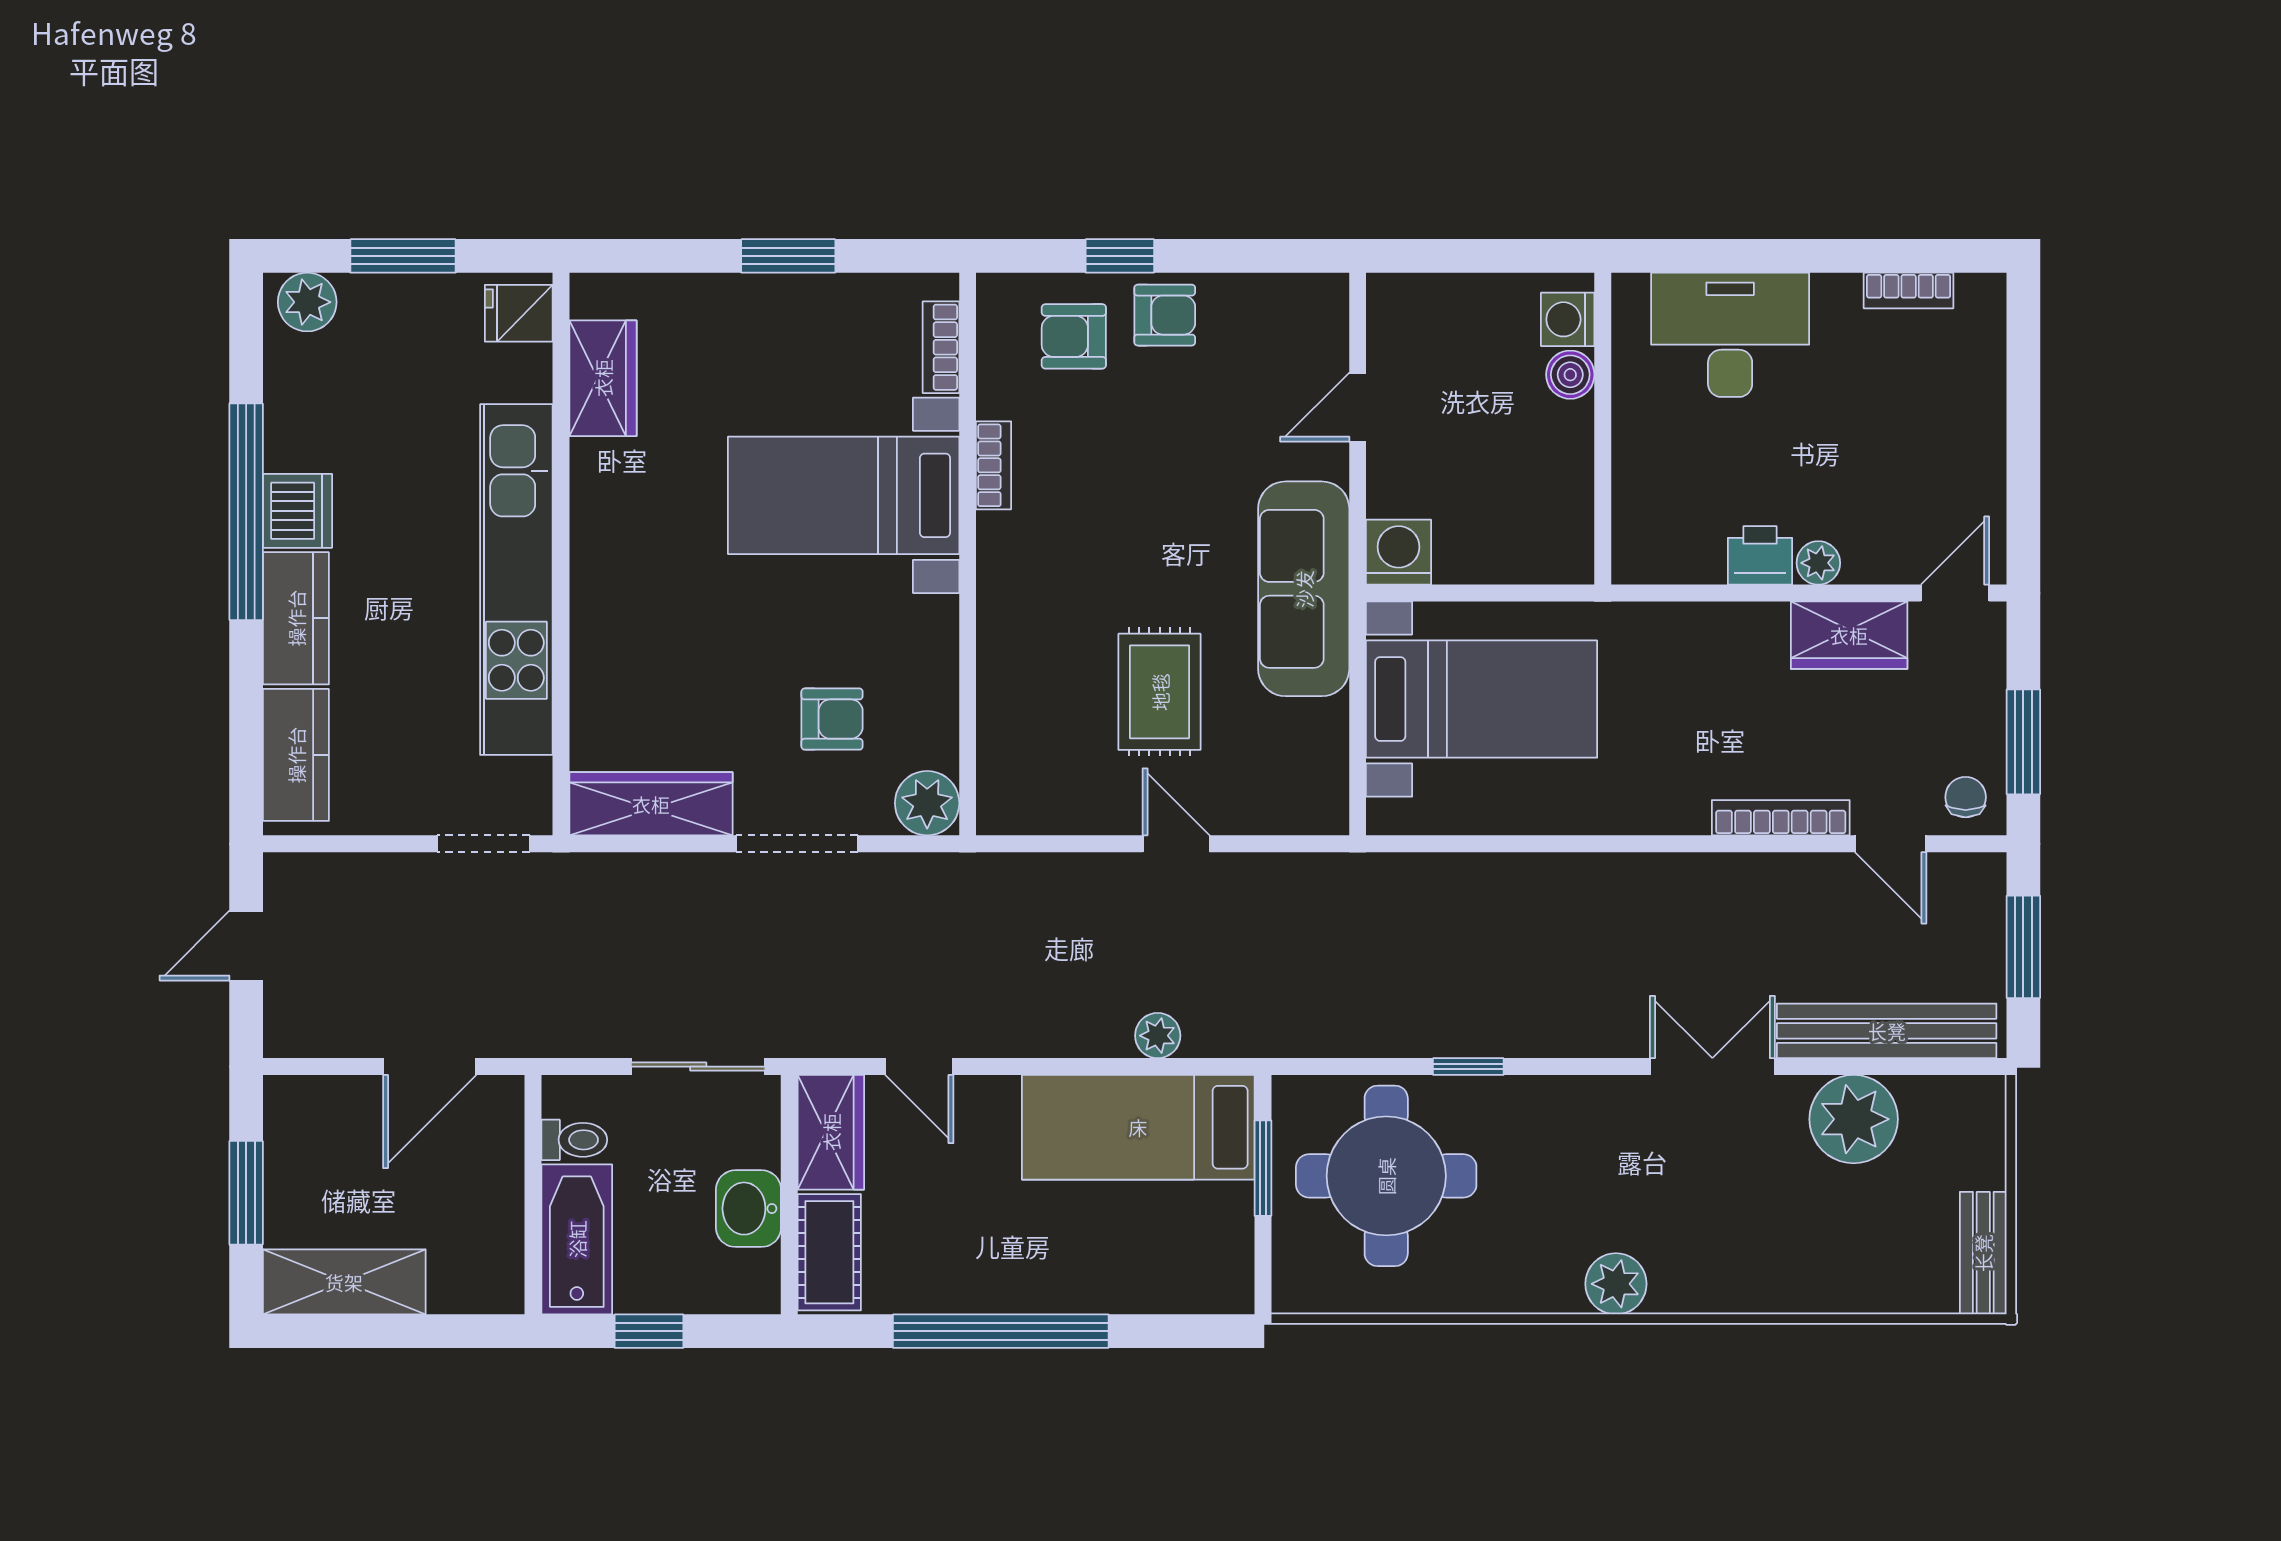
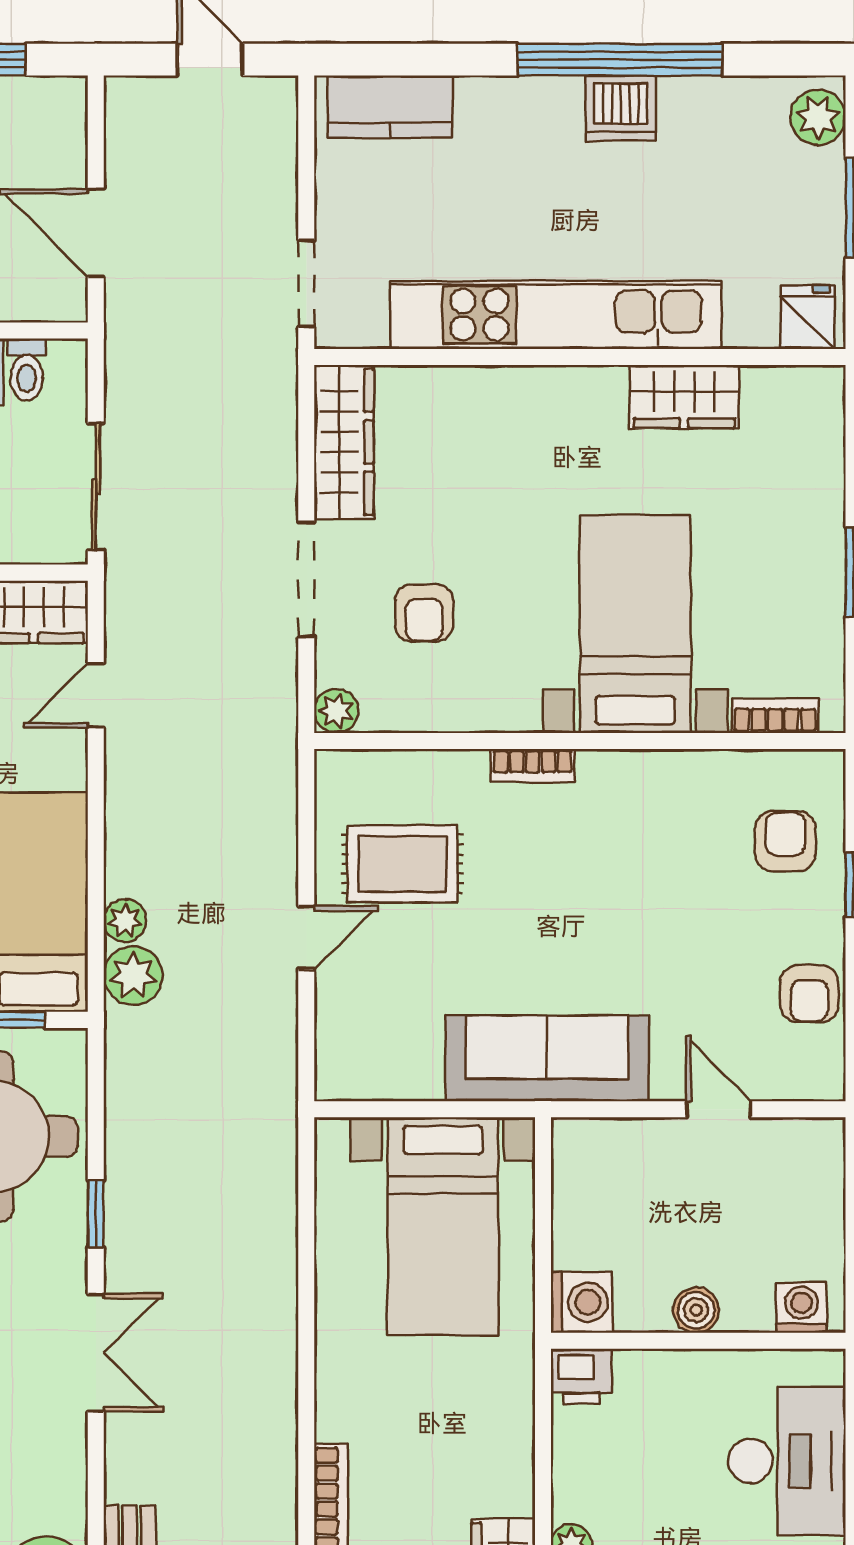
armchair: (1165, 315) -> (809, 994), moved
boiler: (1570, 375) -> (696, 1310), moved
wardrobe: (603, 378) -> (684, 397), moved
bookcase: (994, 465) -> (533, 766), moved
washing machine: (1399, 552) -> (582, 1302), moved
printer: (1760, 555) -> (581, 1376), moved, turned 90
kitchen counter: (296, 618) -> (519, 107), removed
rug: (1160, 692) -> (402, 864), moved
plant: (927, 803) -> (336, 711), width x0.73, depth x0.73
plant: (1216, 1027) -> (133, 976), added
double door: (1712, 1067) -> (96, 1353), moved

